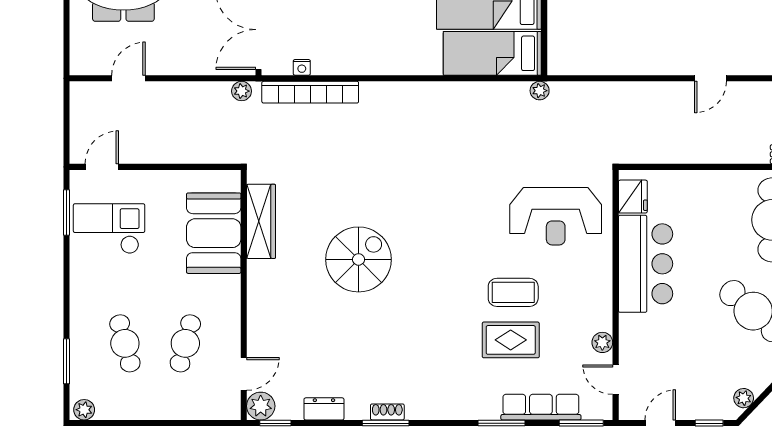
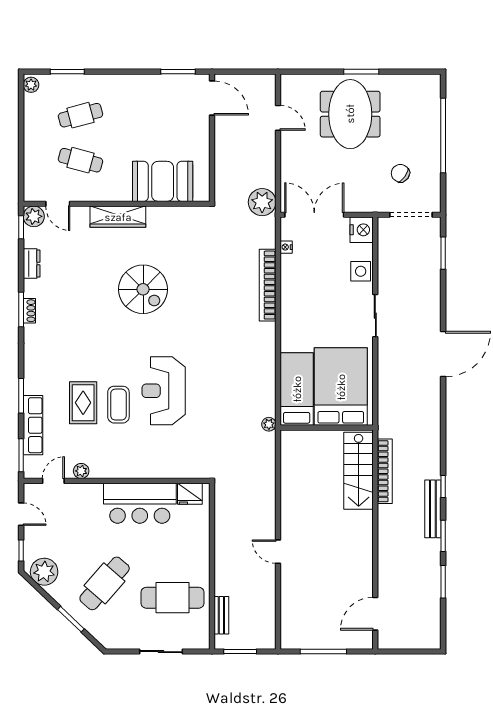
plant: (242, 91) -> (262, 202), width x1.88, depth x1.88
bookcase: (310, 92) -> (268, 285), moved
door: (102, 167) -> (212, 98), width x1.38
reception desk: (556, 216) -> (164, 391), moved
wardrobe: (261, 221) -> (118, 217), moved
checkout: (109, 229) -> (166, 103), removed
plant: (744, 398) -> (44, 572), width x1.88, depth x1.88

